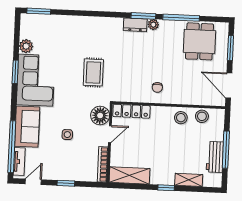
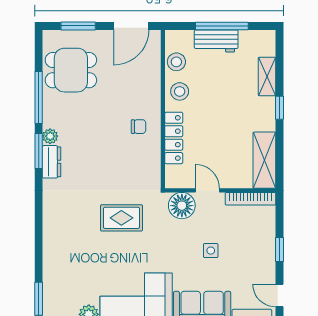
locker: (131, 111) -> (174, 138), moved
workbench: (215, 157) -> (216, 41), moved

